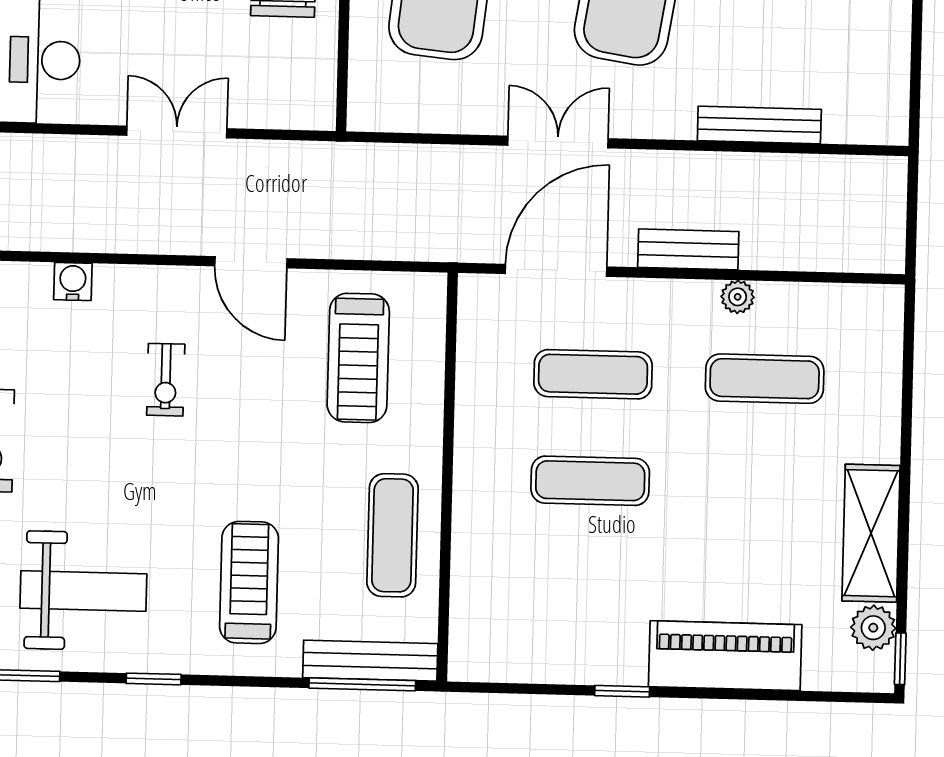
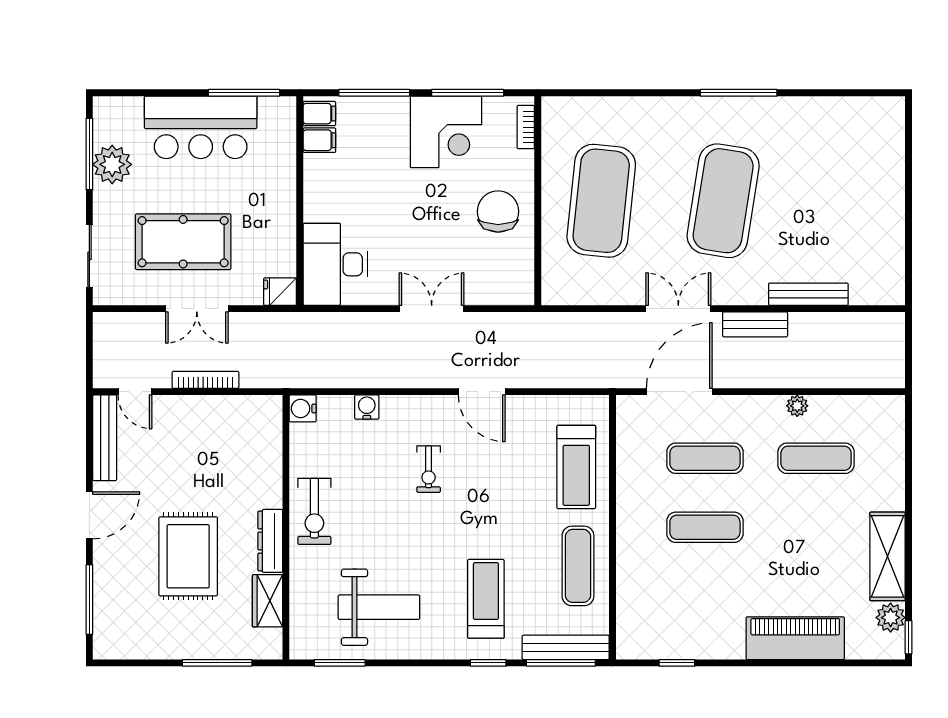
bench: (688, 249) -> (755, 324), moved
treadmill: (358, 358) -> (576, 467), moved
window: (154, 679) -> (488, 663), moved
window: (622, 691) -> (677, 663), moved

